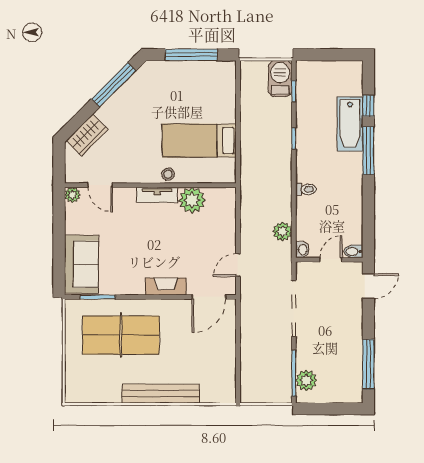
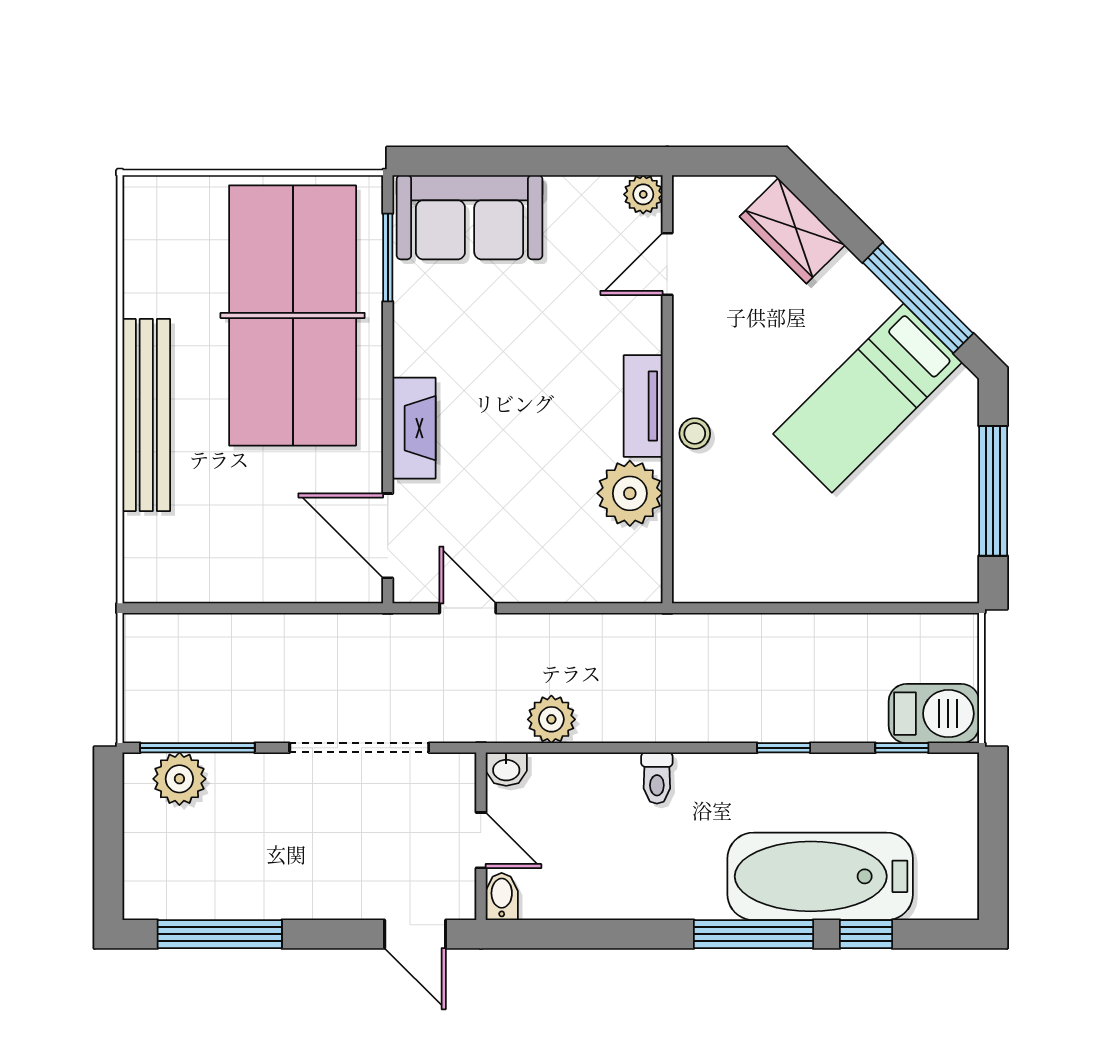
bathtub: (350, 124) -> (820, 876), width x1.36, depth x1.36
bed: (199, 141) -> (868, 398), moved, turned -135
table tennis table: (121, 335) -> (293, 315), width x1.36, depth x1.32

